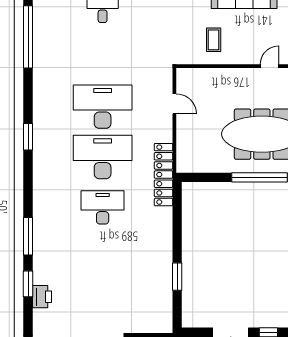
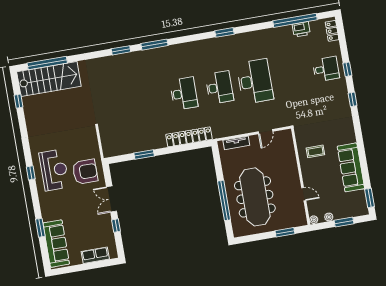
tv unit: (183, 147) -> (236, 143), added
desk: (103, 157) -> (219, 87), width x0.73, depth x0.77
locker: (163, 175) -> (189, 137), moved
printer: (42, 297) -> (301, 29), moved

